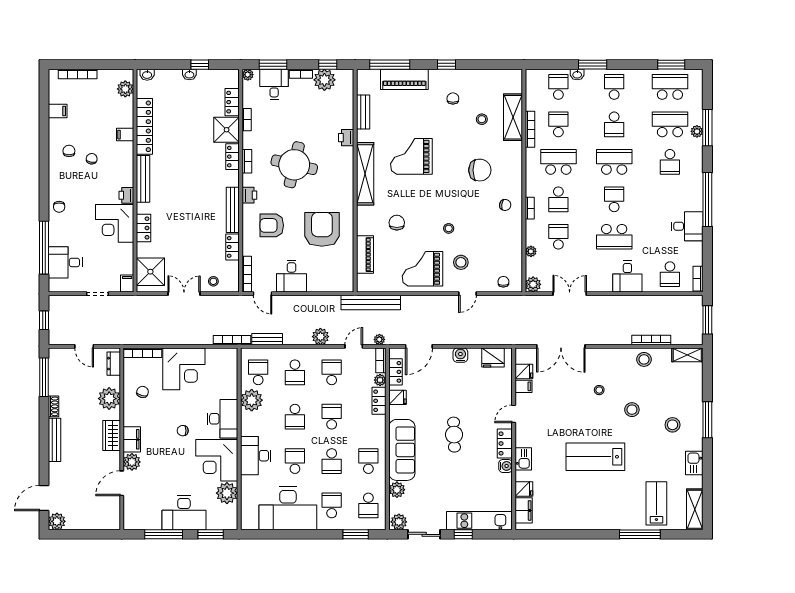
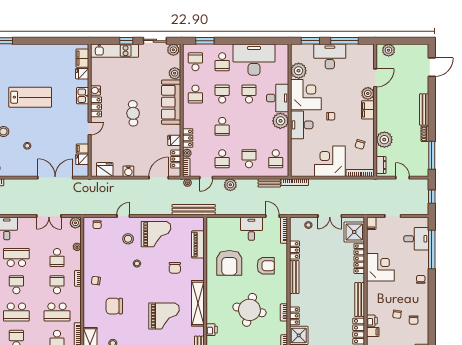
printer: (126, 195) -> (372, 321), moved
printer: (249, 195) -> (282, 288), removed
school desk: (614, 199) -> (16, 285), turned 180
locker: (143, 228) -> (359, 259), width x1.53
plant: (252, 400) -> (280, 121), moved
school desk: (295, 417) -> (249, 126), removed
wardrobe: (112, 435) -> (383, 113), removed
school desk: (295, 461) -> (249, 94), turned 180
plant: (57, 521) -> (389, 50), moved

